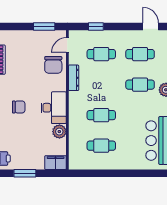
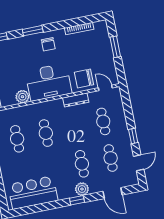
window: (44, 26) -> (115, 47), moved
window: (96, 26) -> (133, 136), moved
chair: (19, 107) -> (48, 44), moved
desk: (54, 108) -> (49, 82), width x1.36, depth x1.30

